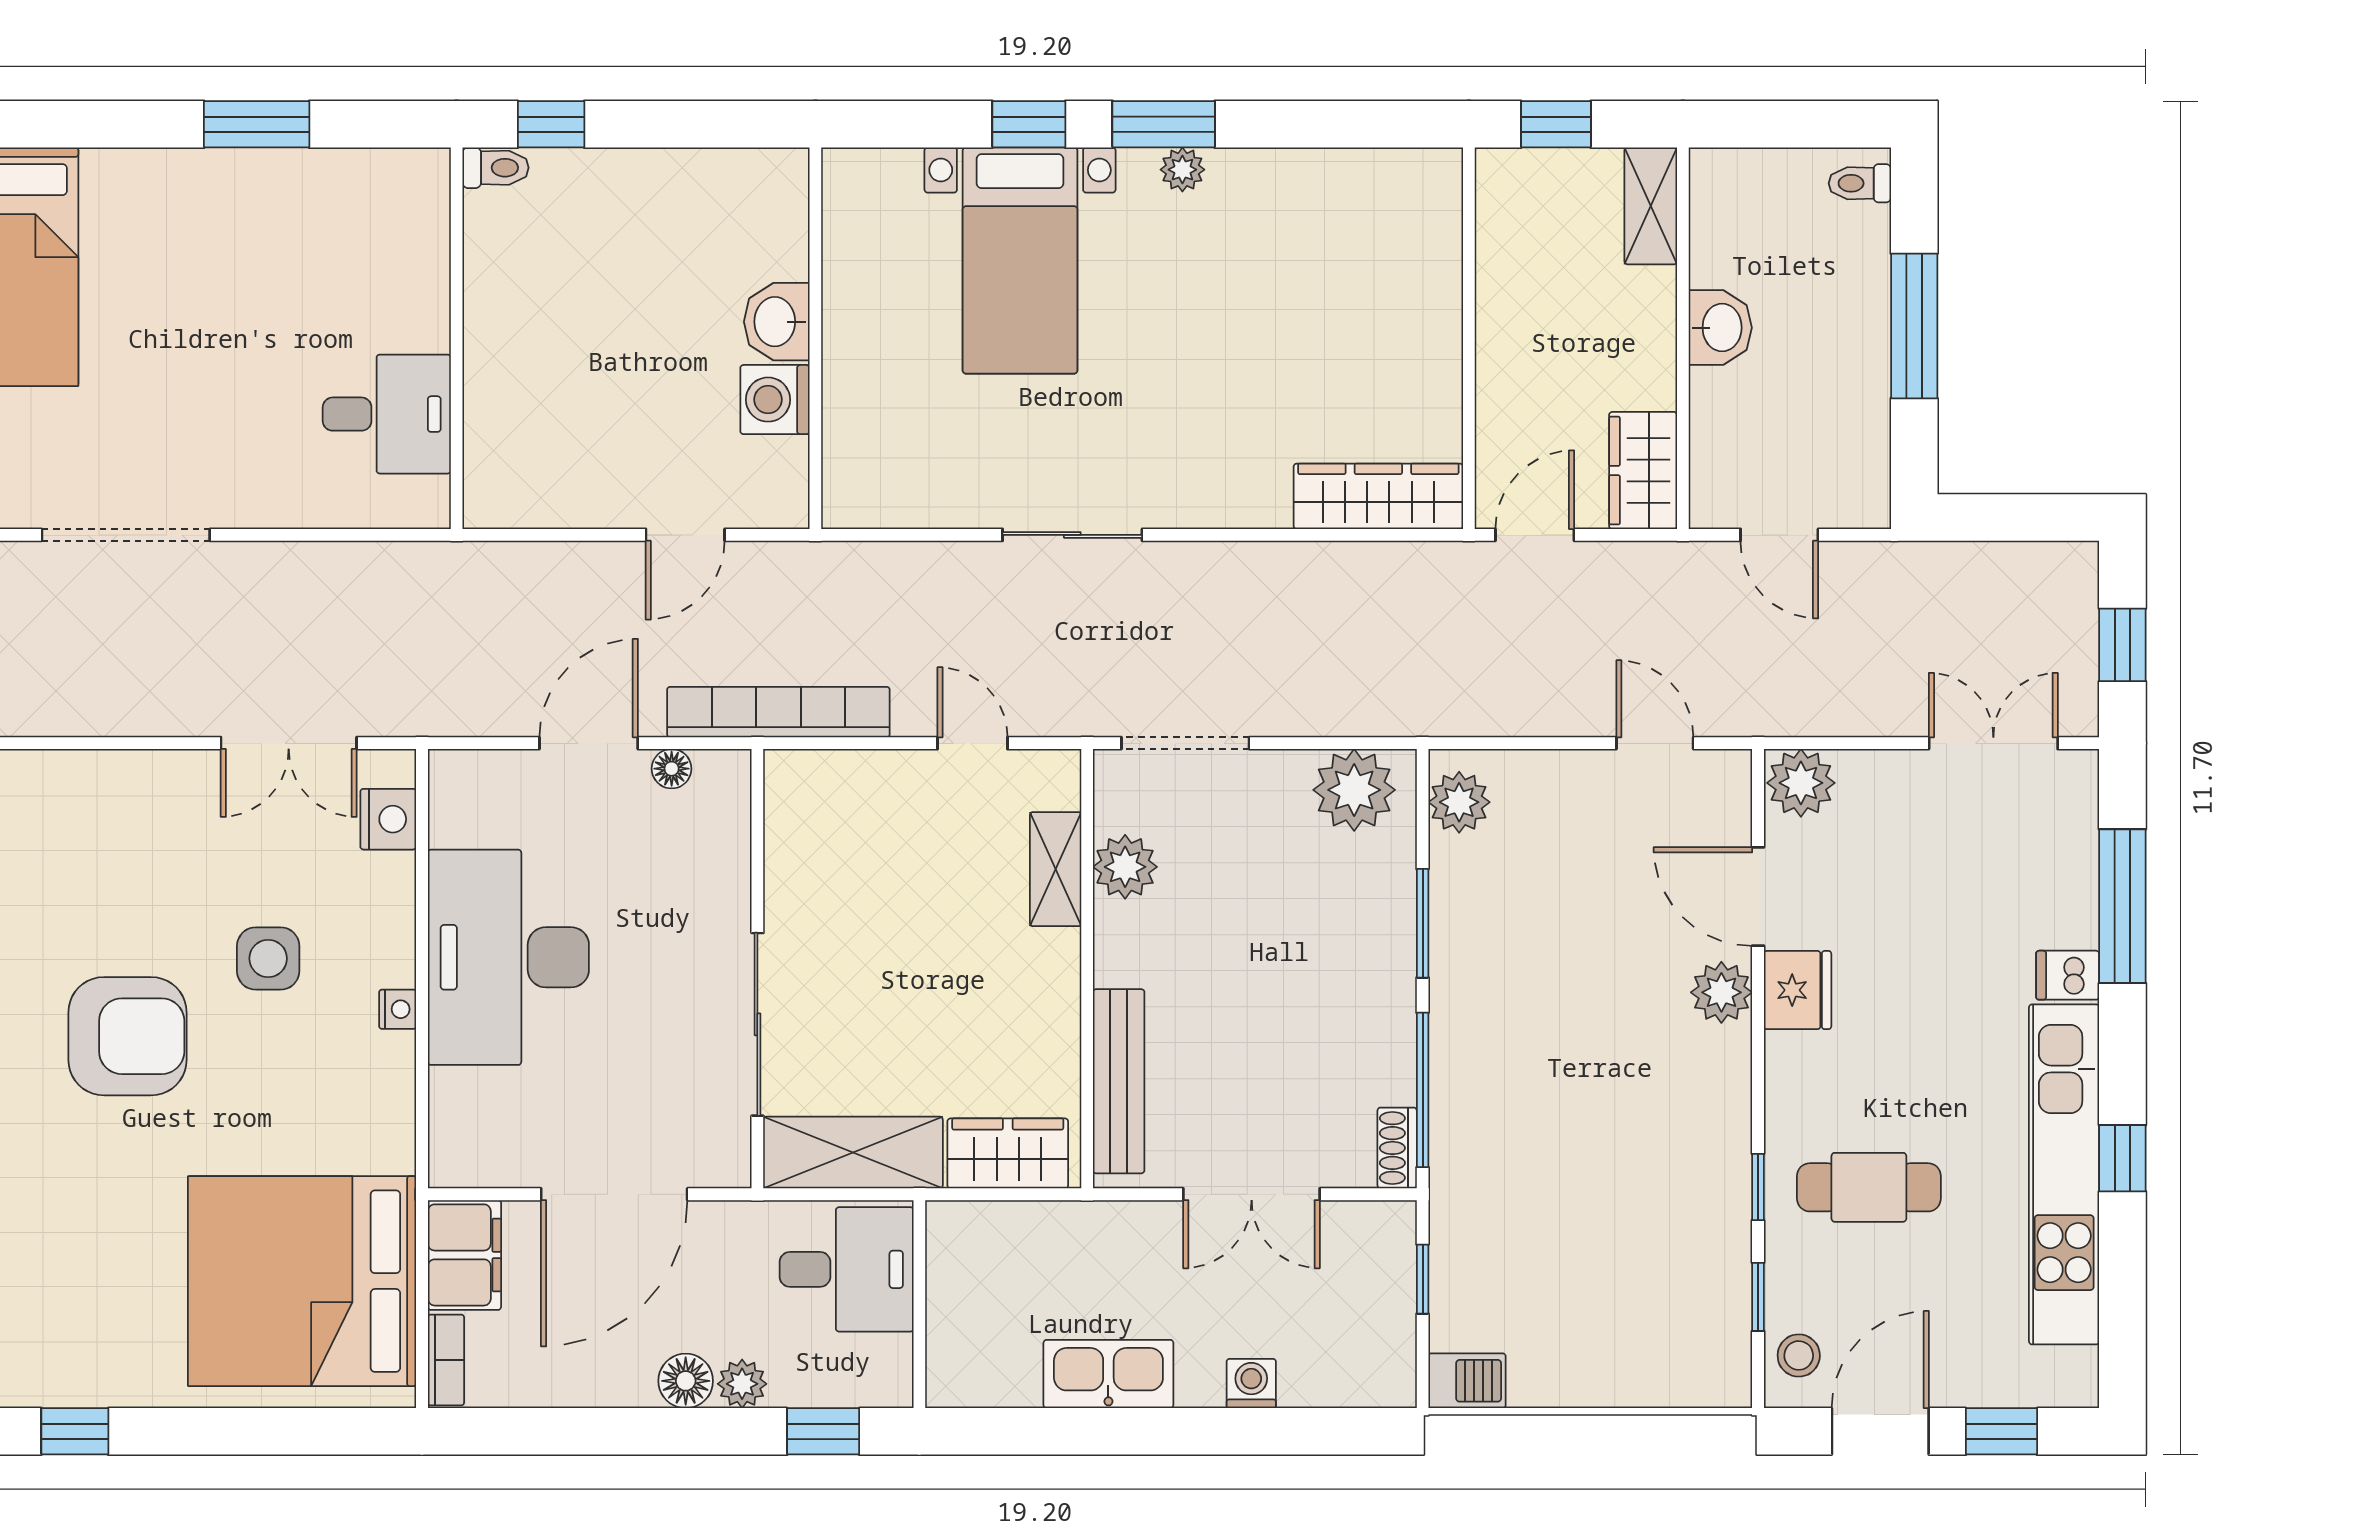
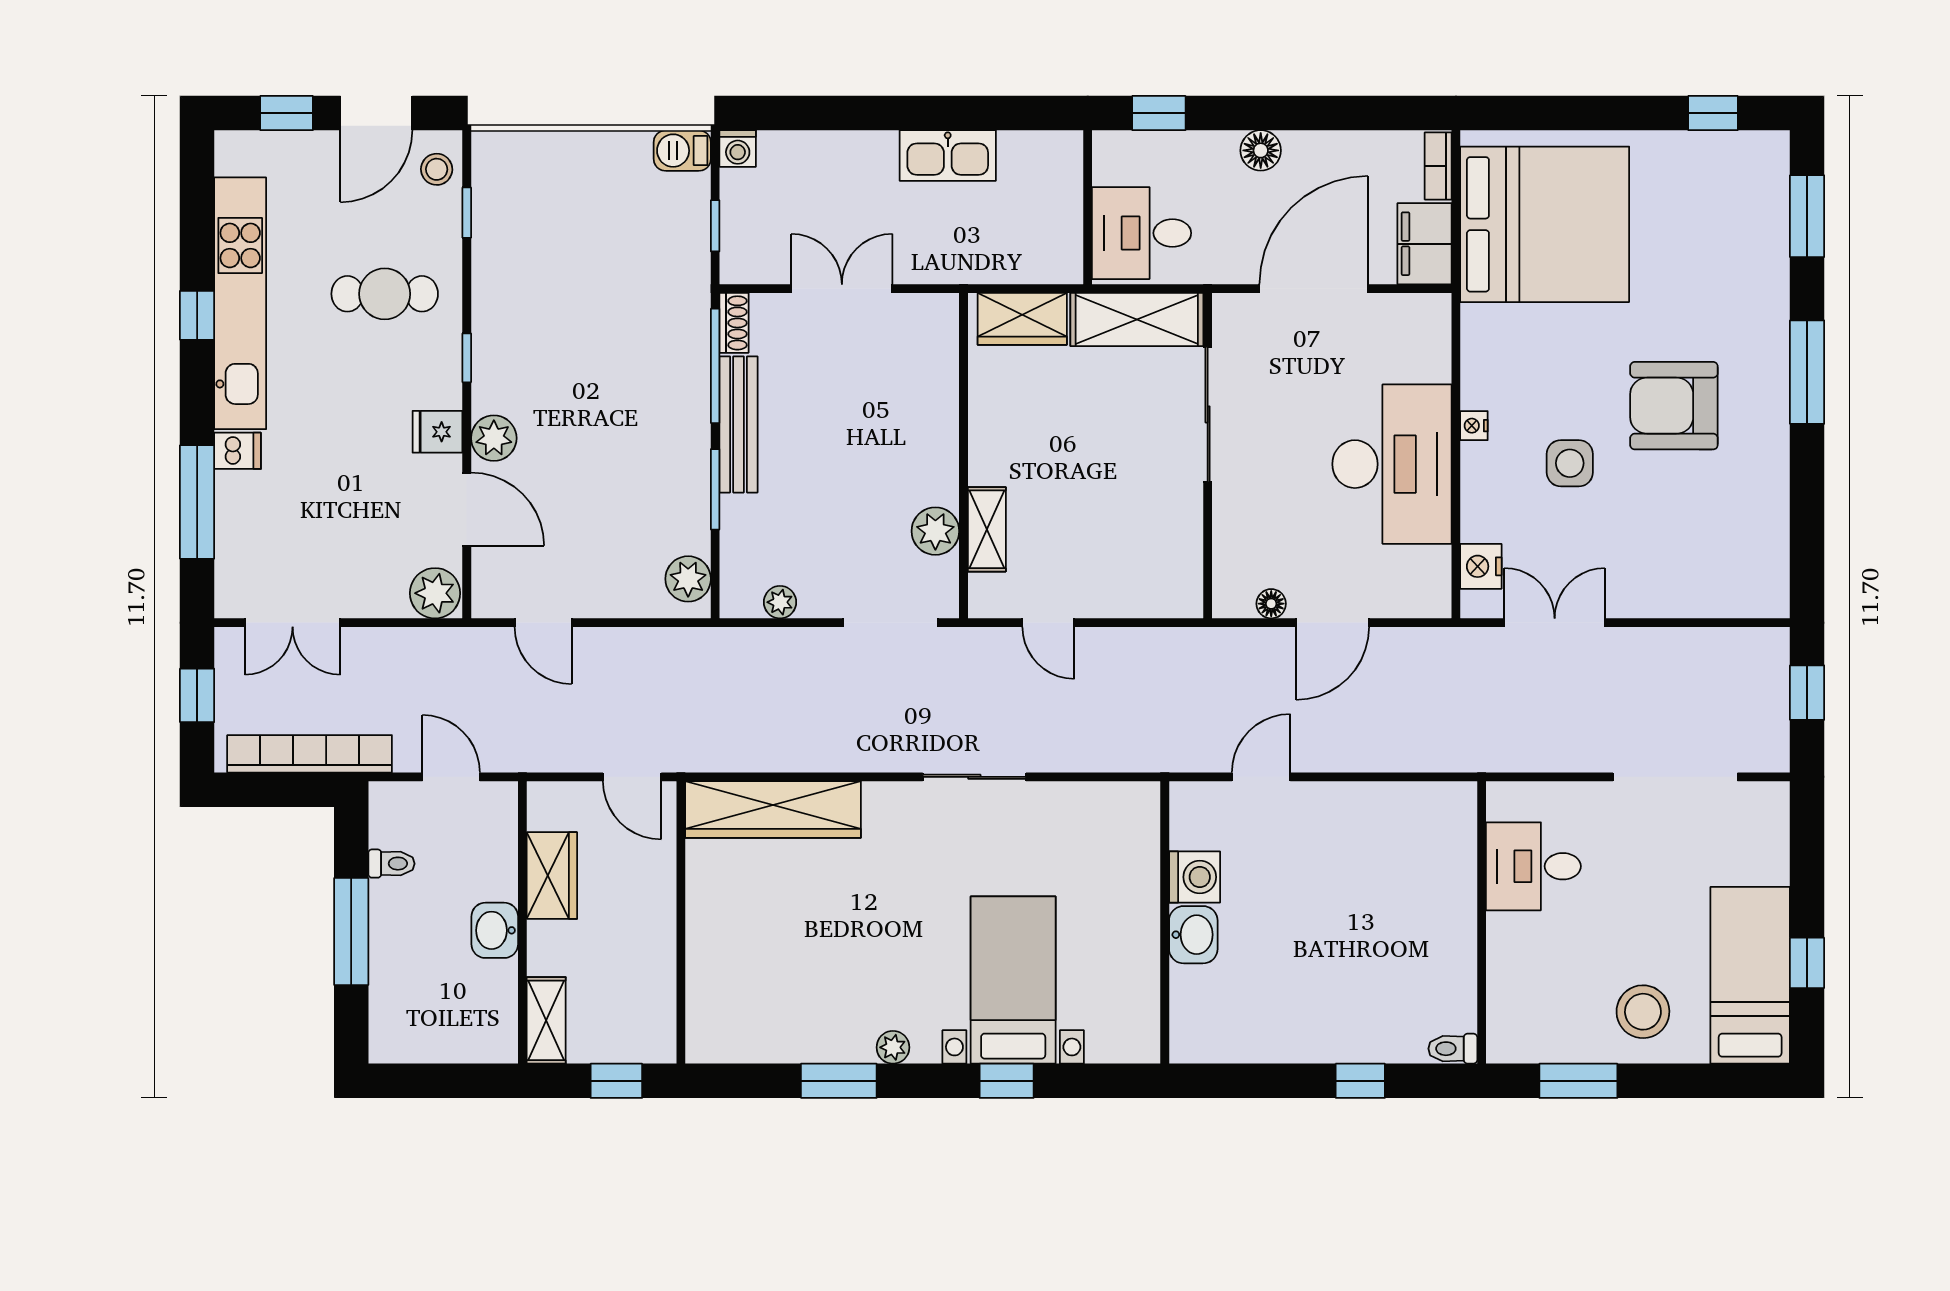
window: (1164, 124) -> (839, 1081), moved
toilet: (496, 168) -> (1453, 1049), moved
toilet: (1860, 183) -> (391, 864), moved
stool: (169, 218) -> (1643, 1012), added
wall: (457, 338) -> (1482, 922), moved
desk: (387, 414) -> (1533, 866), moved
wardrobe: (1643, 471) -> (552, 876), moved
wardrobe: (1378, 496) -> (773, 810), width x1.40, depth x1.17
door: (1535, 535) -> (632, 777), hinge flipped
bookcase: (778, 712) -> (310, 754), moved, turned 180
plant: (1354, 790) -> (780, 602), width x0.53, depth x0.53
fridge: (1798, 990) -> (438, 432), width x0.72
bench: (1119, 1081) -> (738, 424), moved
window: (1758, 1187) -> (467, 358), moved
plant: (742, 1384) -> (1219, 148), removed
washing machine: (1251, 1384) -> (738, 149), moved

